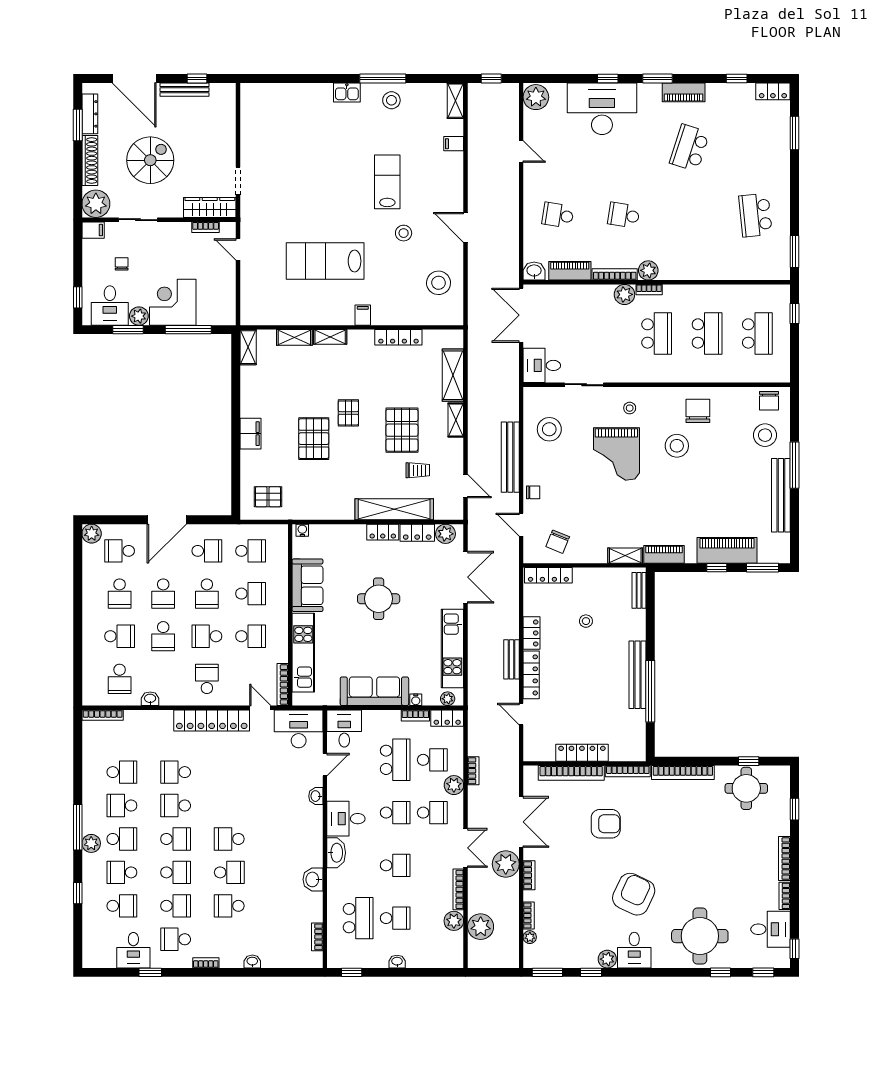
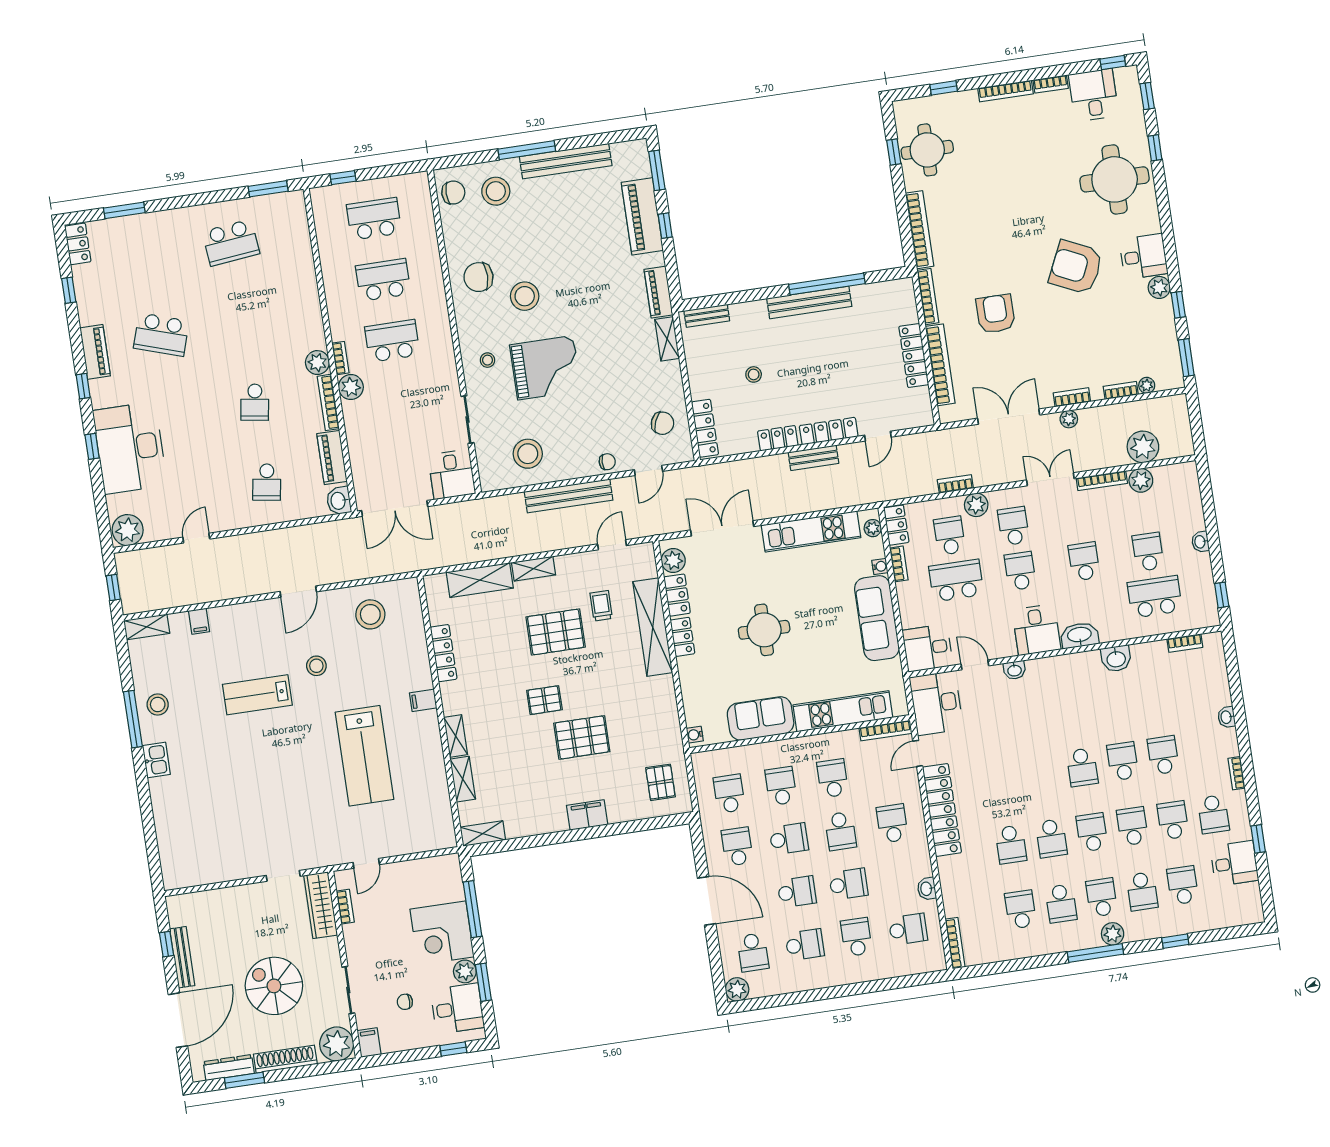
window: (657, 78) -> (83, 386), width x0.67
chair: (533, 492) -> (607, 462), turned 90
school desk: (207, 679) -> (892, 823), turned 90
plant: (506, 864) -> (1069, 419), width x0.53, depth x0.53
school desk: (229, 906) -> (1163, 755), turned 180

